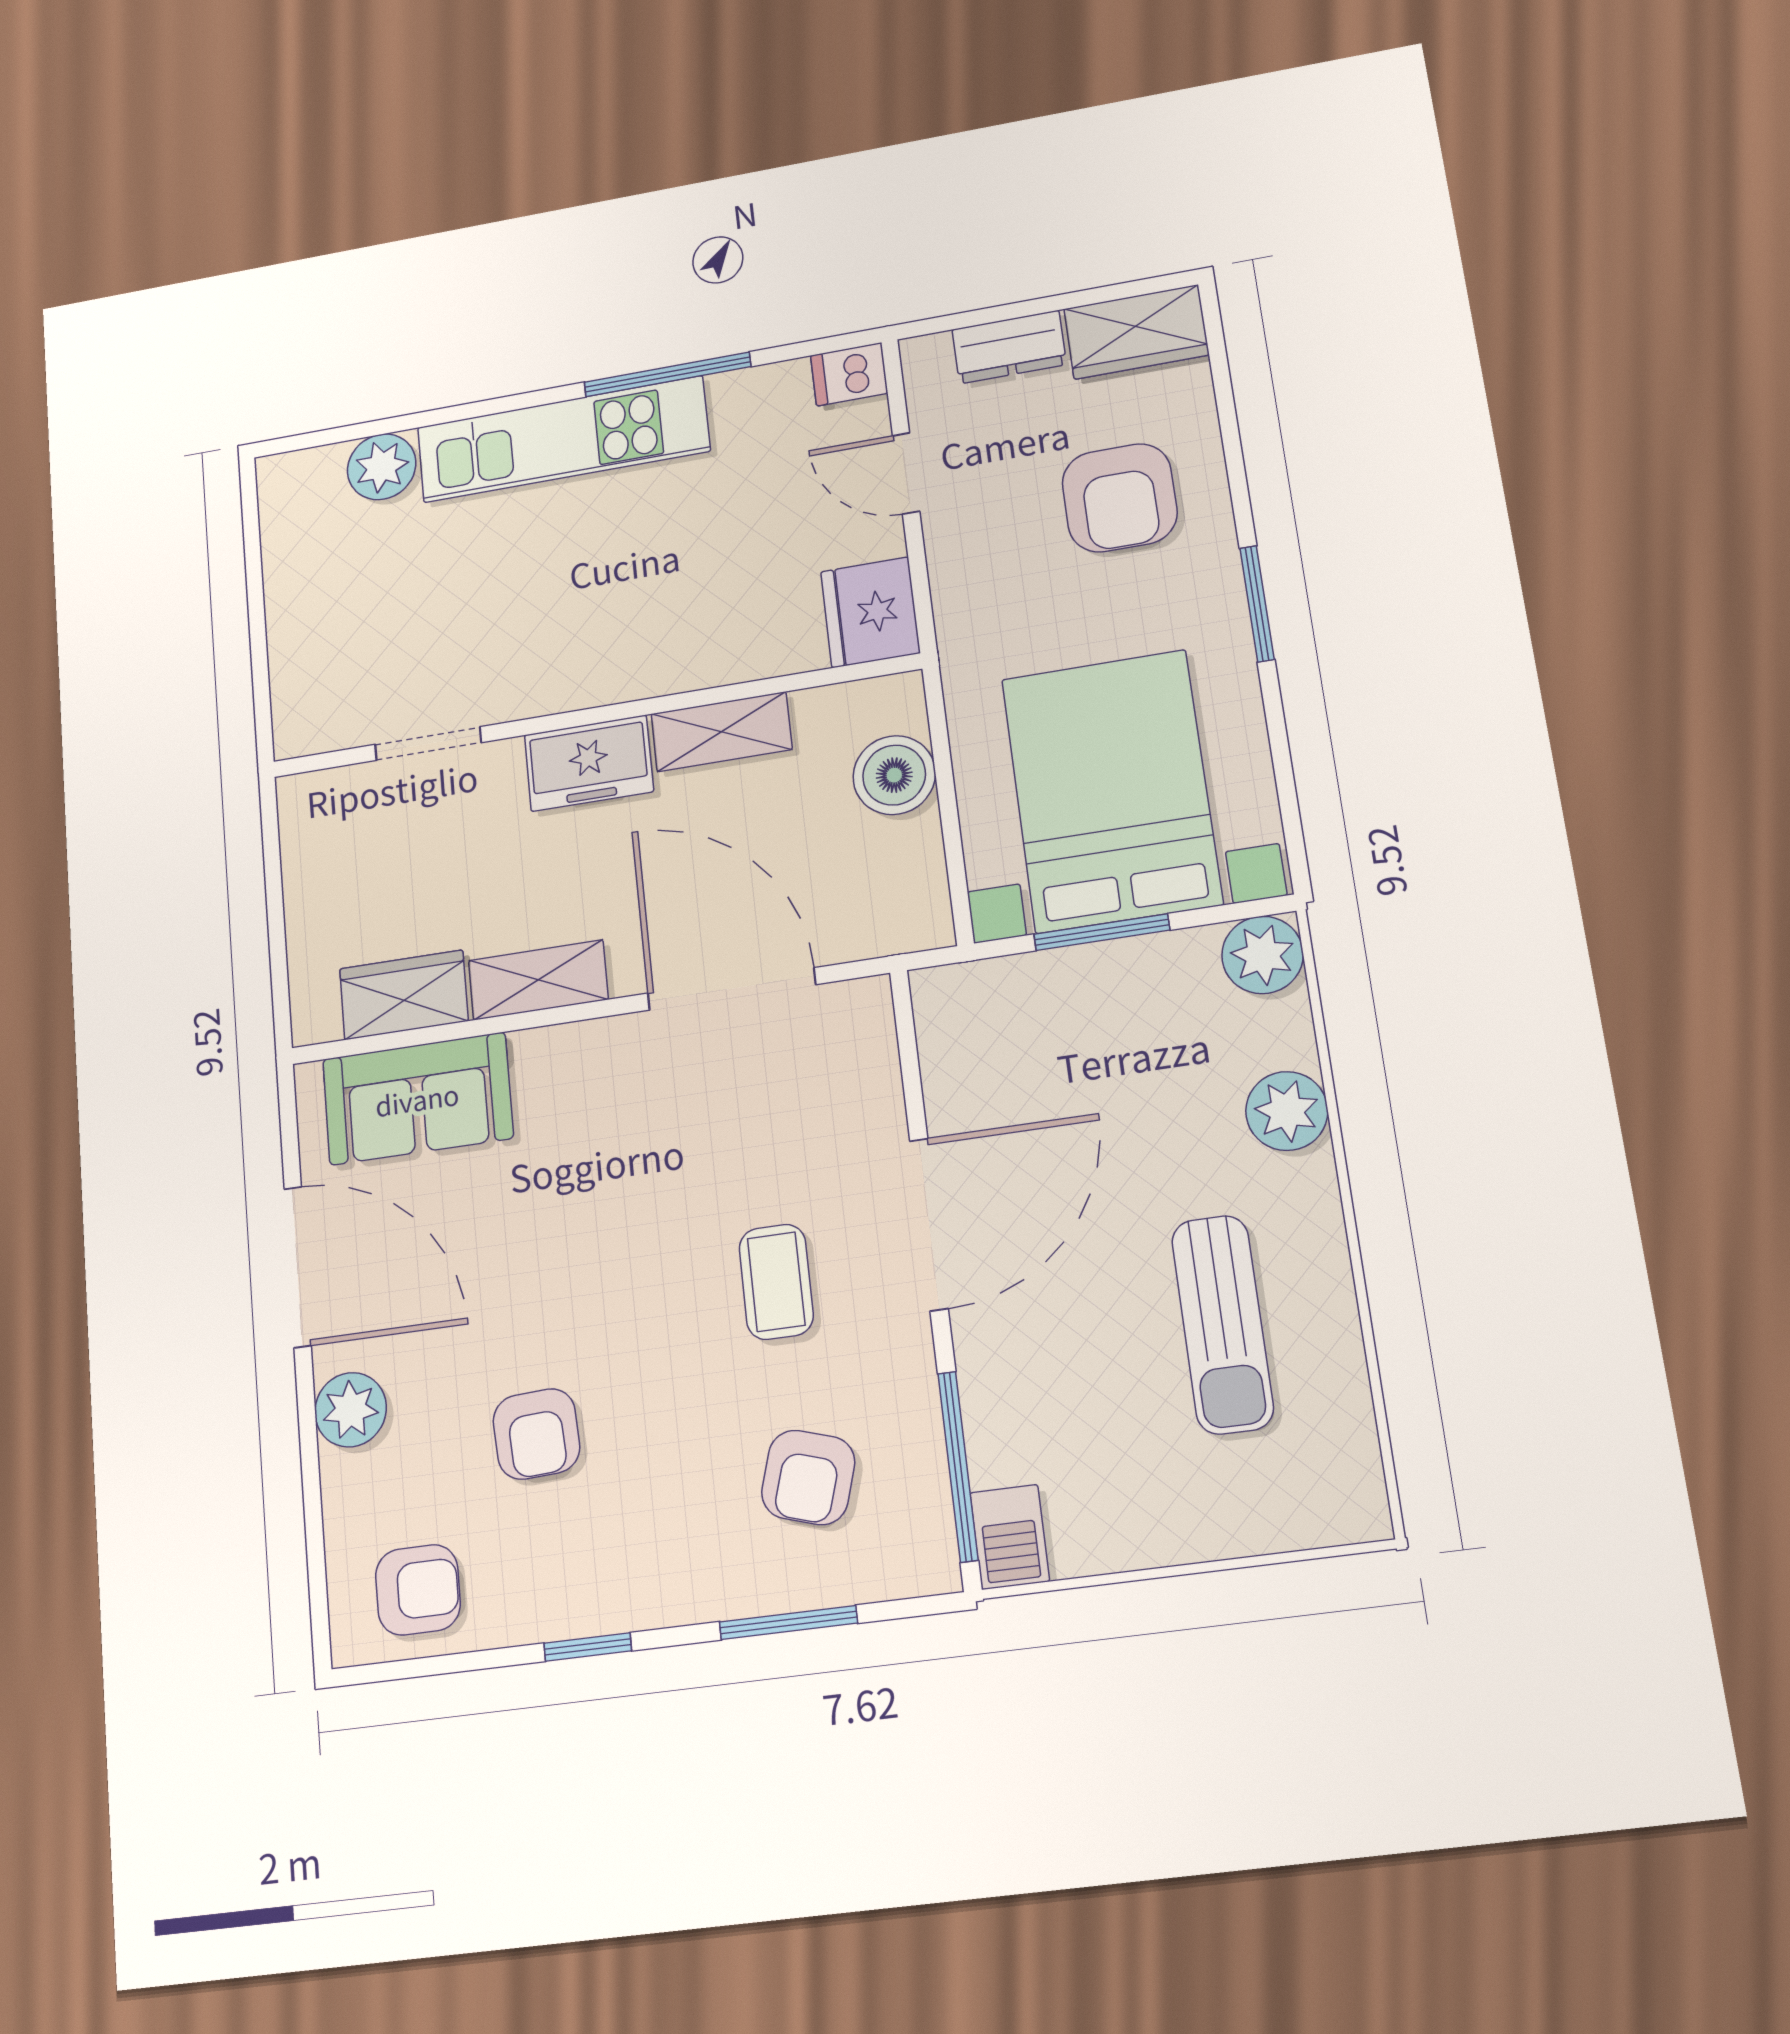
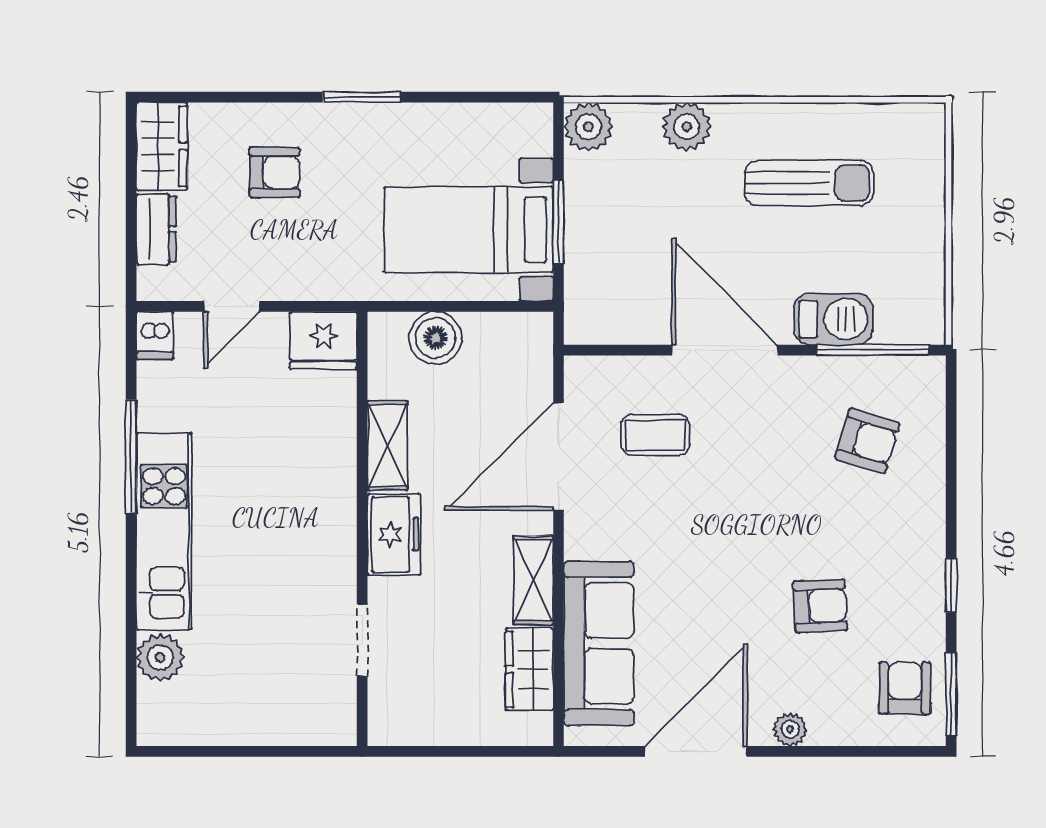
armchair: (1120, 498) -> (275, 172), width x0.72, depth x0.72
bed with nightstands: (1111, 791) -> (469, 230), width x0.73
sofa: (417, 1099) -> (599, 643), width x1.36
coffee table: (776, 1282) -> (655, 435), moved
plant: (351, 1410) -> (790, 729), width x0.73, depth x0.73
barbecue: (1010, 1537) -> (833, 319), moved, width x1.38, depth x1.27
window: (788, 1623) -> (951, 694), moved

